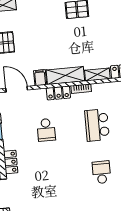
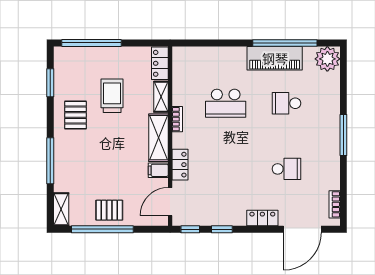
trolley: (95, 36) -> (112, 96), added
locker: (58, 93) -> (180, 165), moved
school desk: (46, 130) -> (286, 169), moved

